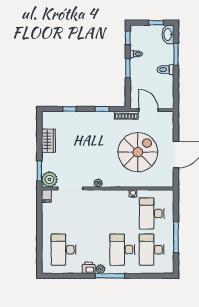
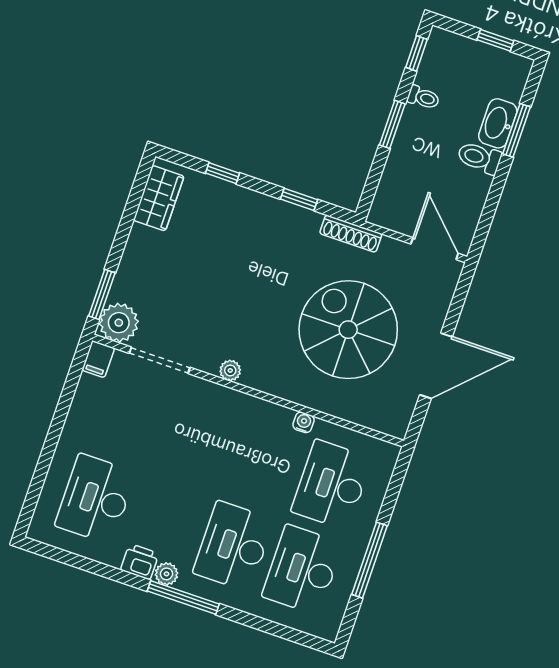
washbasin: (168, 34) -> (498, 123), moved
door: (149, 110) -> (435, 249), moved
wardrobe: (48, 141) -> (159, 198), moved
spiral stairs: (138, 152) -> (348, 330), turned -90

